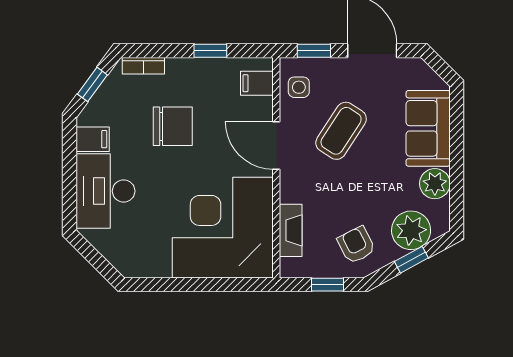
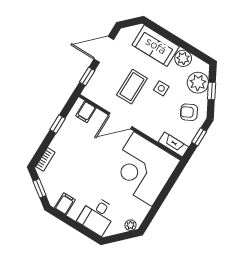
side table: (299, 87) -> (161, 88), moved
chair: (173, 126) -> (82, 163), removed
coffee table: (341, 131) -> (132, 87), turned 57
desk: (105, 191) -> (97, 216), width x0.73
fireplace: (291, 230) -> (173, 144), moved
plant: (123, 263) -> (131, 225), added

